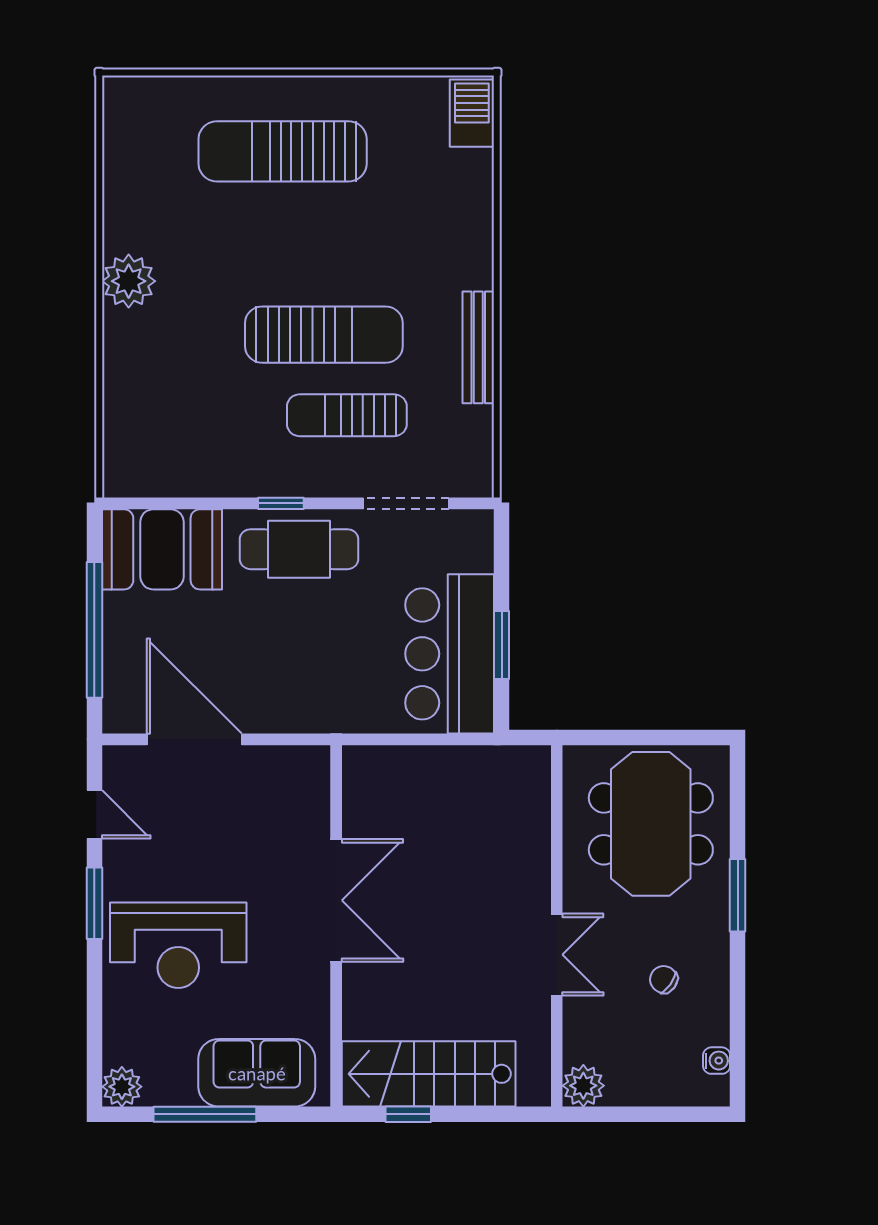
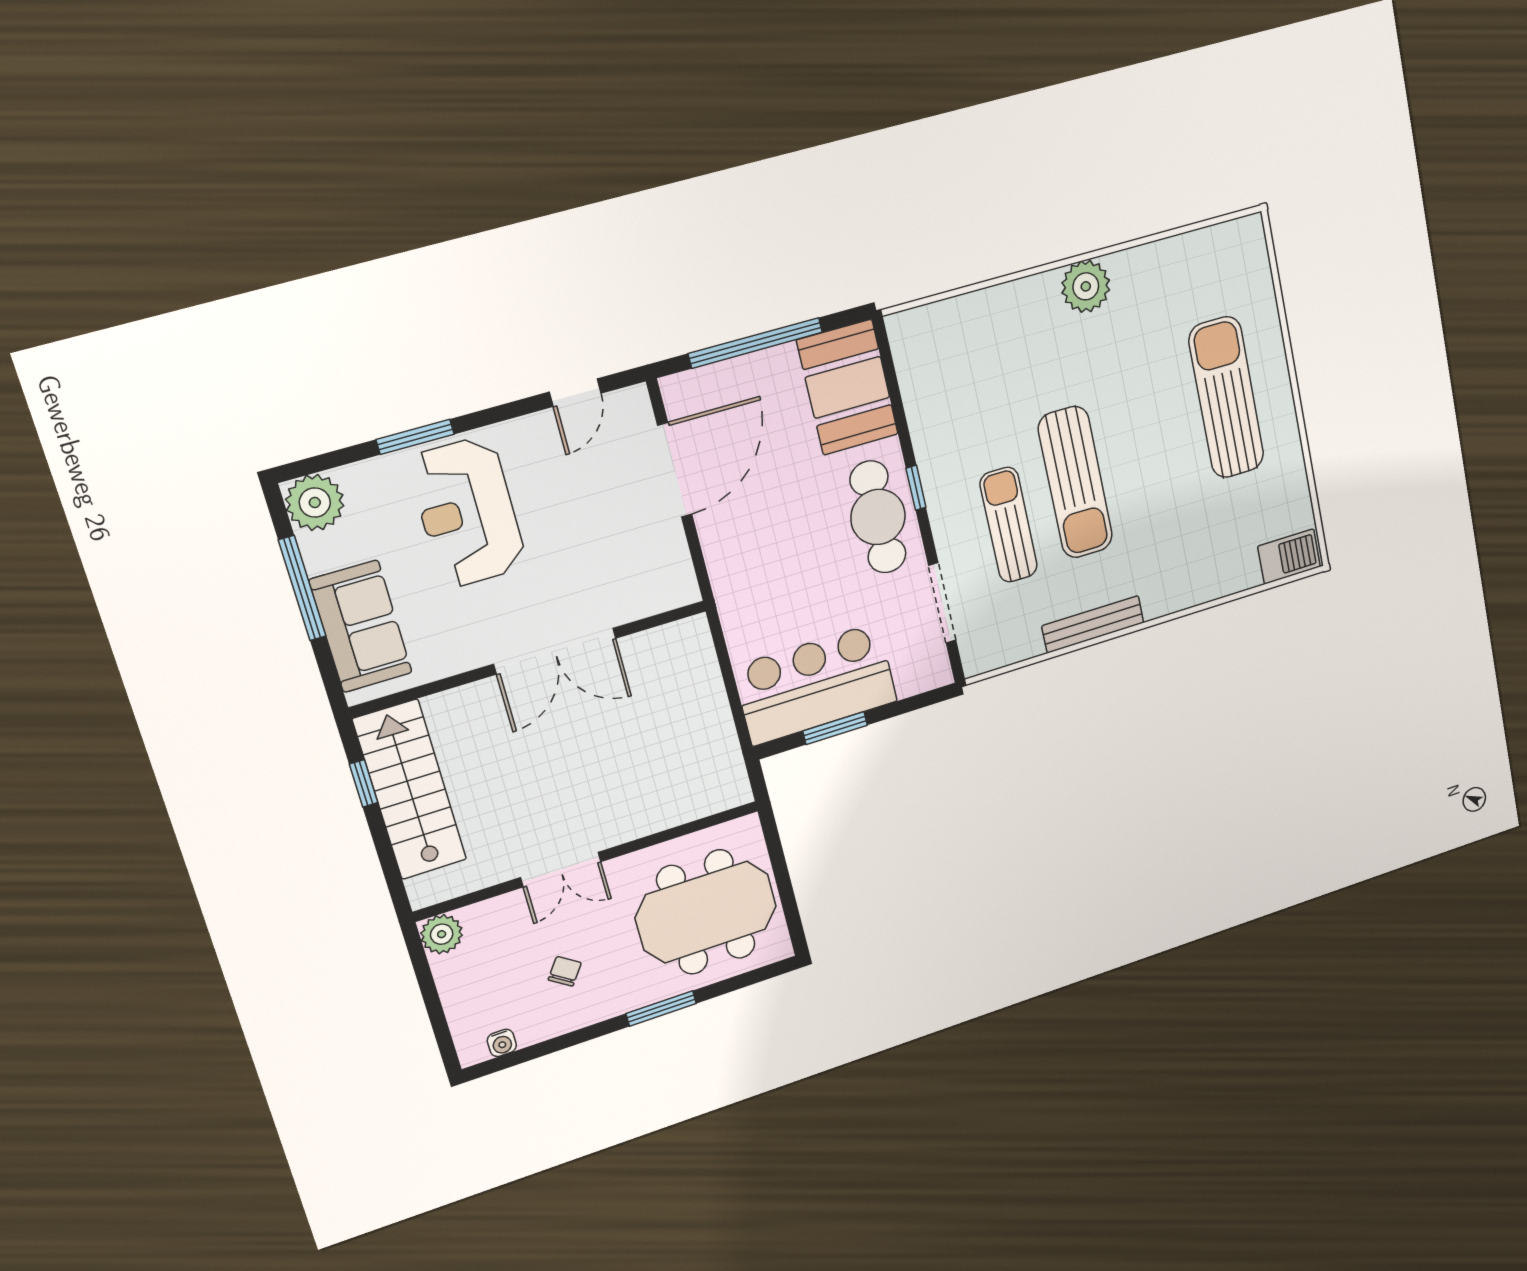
window: (94, 903) -> (415, 437), moved
plant: (122, 1087) -> (315, 502), width x1.36, depth x1.36

